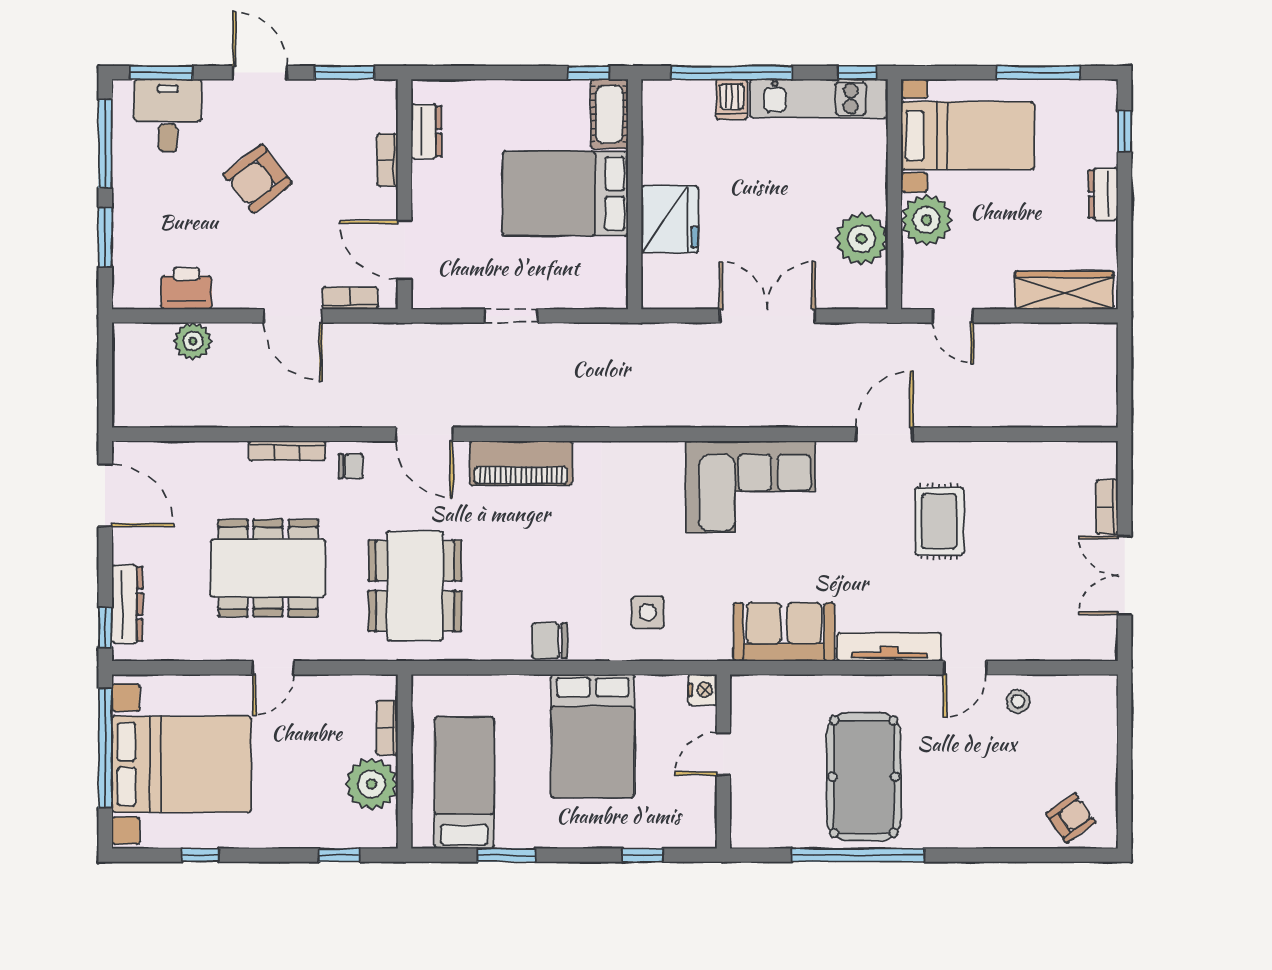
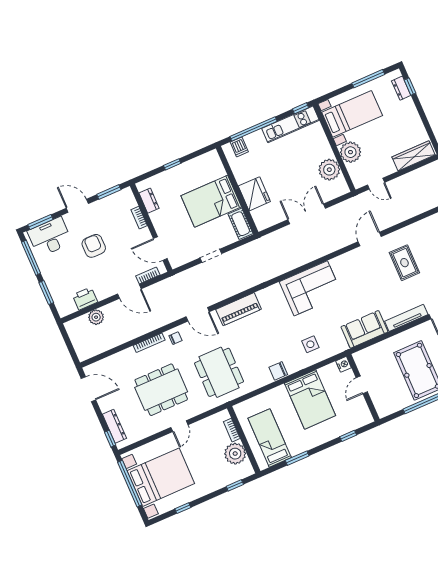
window: (589, 73) -> (172, 164), moved
dishwasher: (732, 99) -> (239, 147), moved
cot: (609, 114) -> (241, 224), moved
desk: (168, 115) -> (50, 237), width x1.37
armchair: (258, 179) -> (94, 246), turned 128
dresser: (1103, 194) -> (401, 88), moved
corner sofa: (751, 487) -> (311, 288), moved

